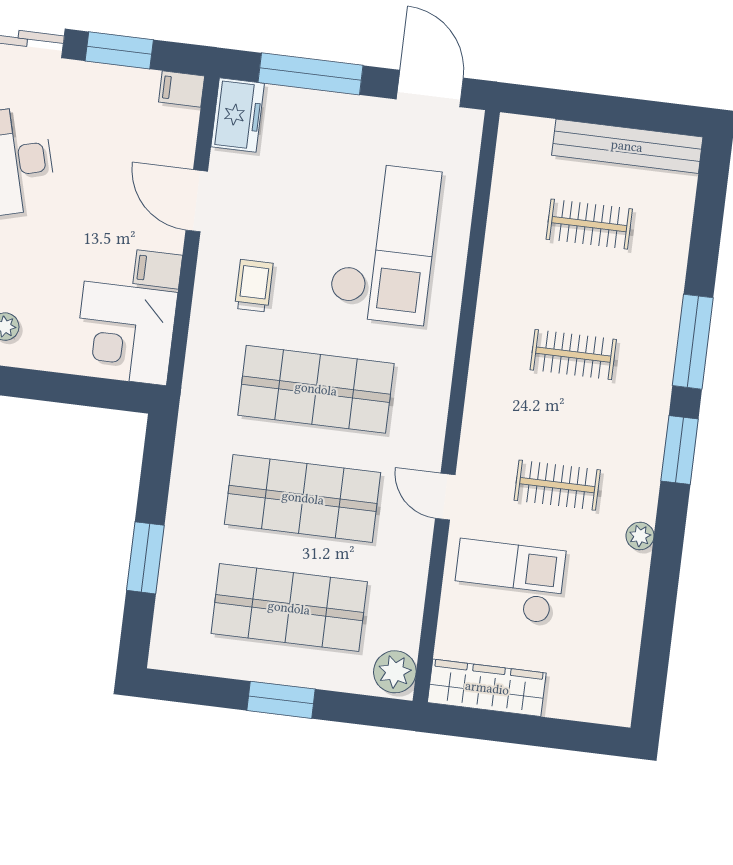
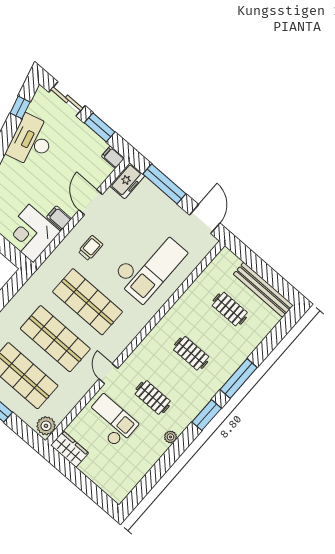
wardrobe: (487, 688) -> (70, 449), width x0.67

